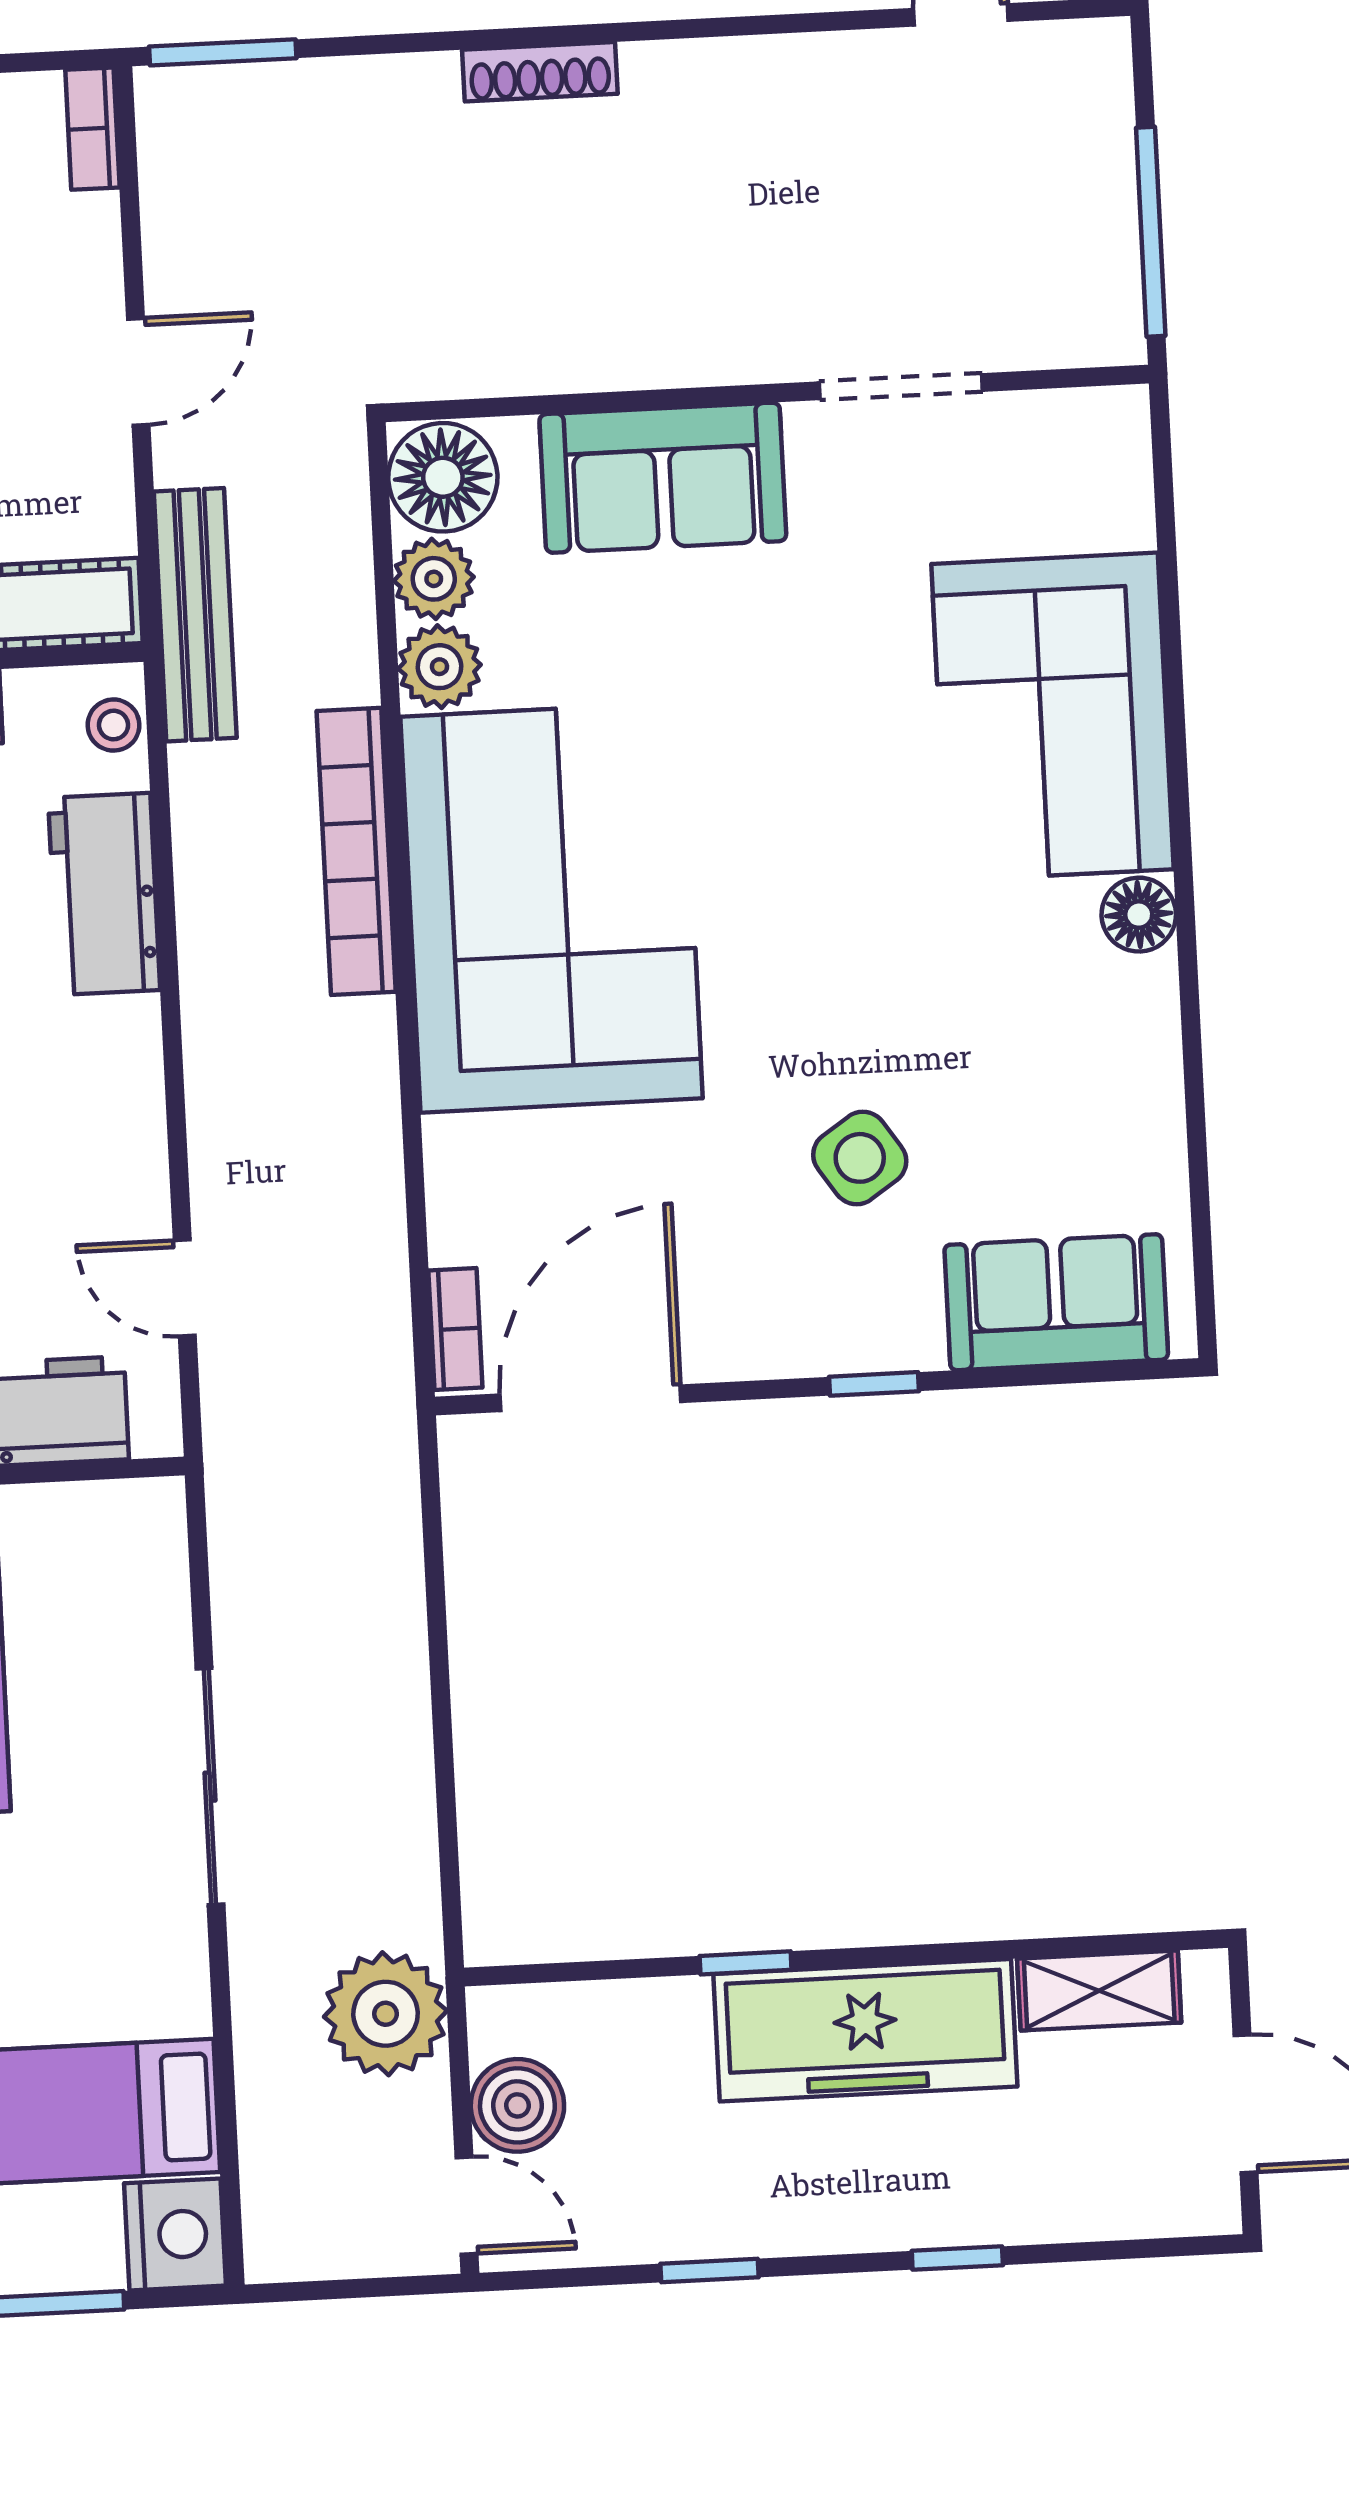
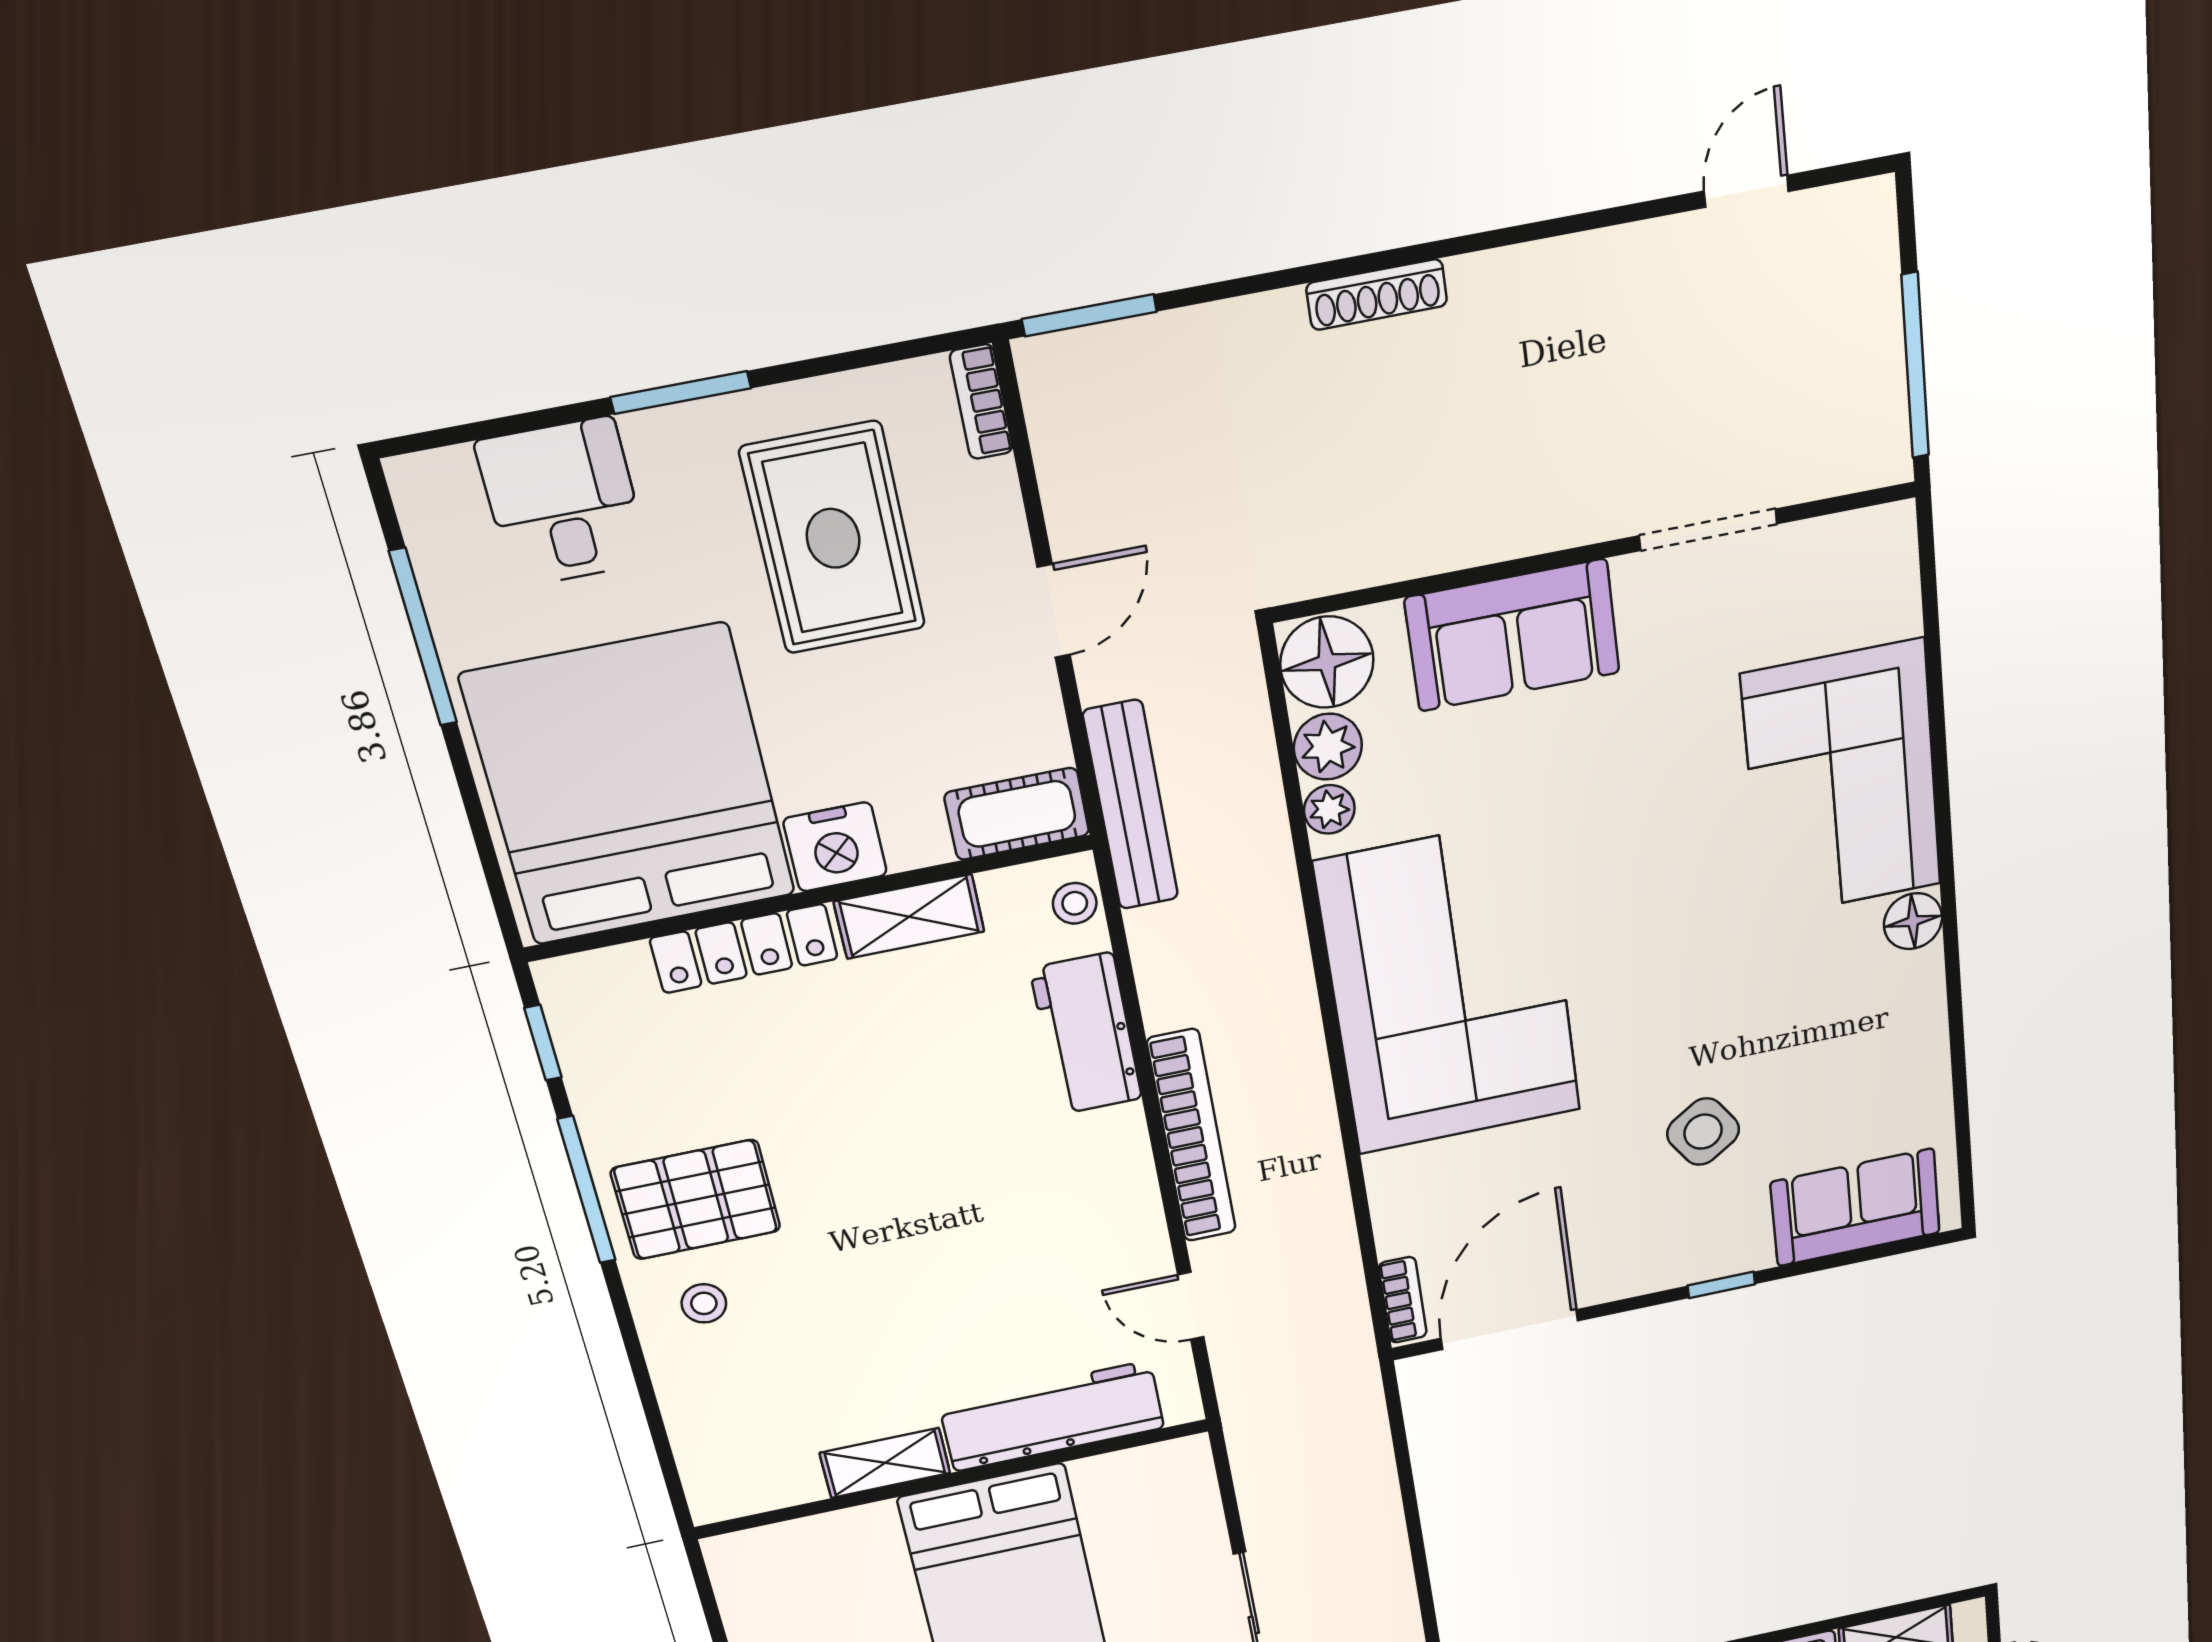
plant: (440, 667) -> (1329, 809), width x0.73, depth x0.73
bookcase: (356, 851) -> (1192, 1136), moved, turned 180

